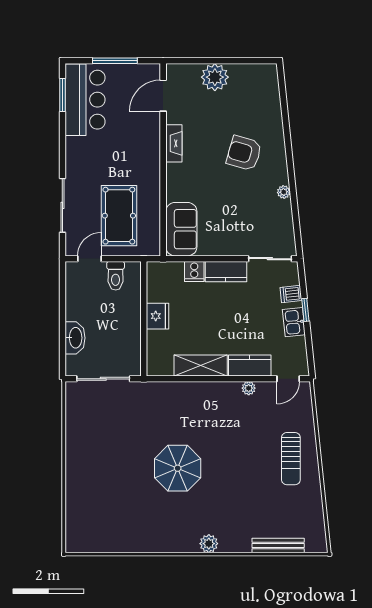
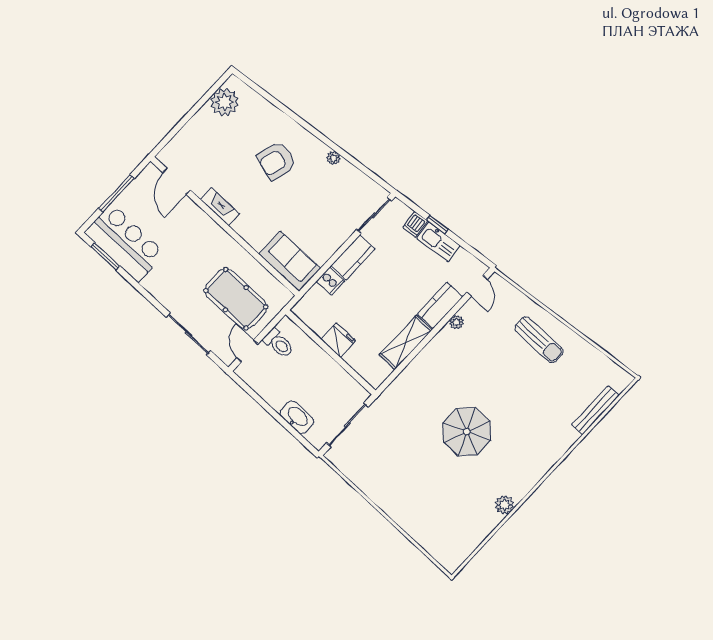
plant: (215, 77) -> (224, 102), moved
kitchen sink: (294, 322) -> (438, 242), width x1.38
plant: (209, 544) -> (504, 505), moved

